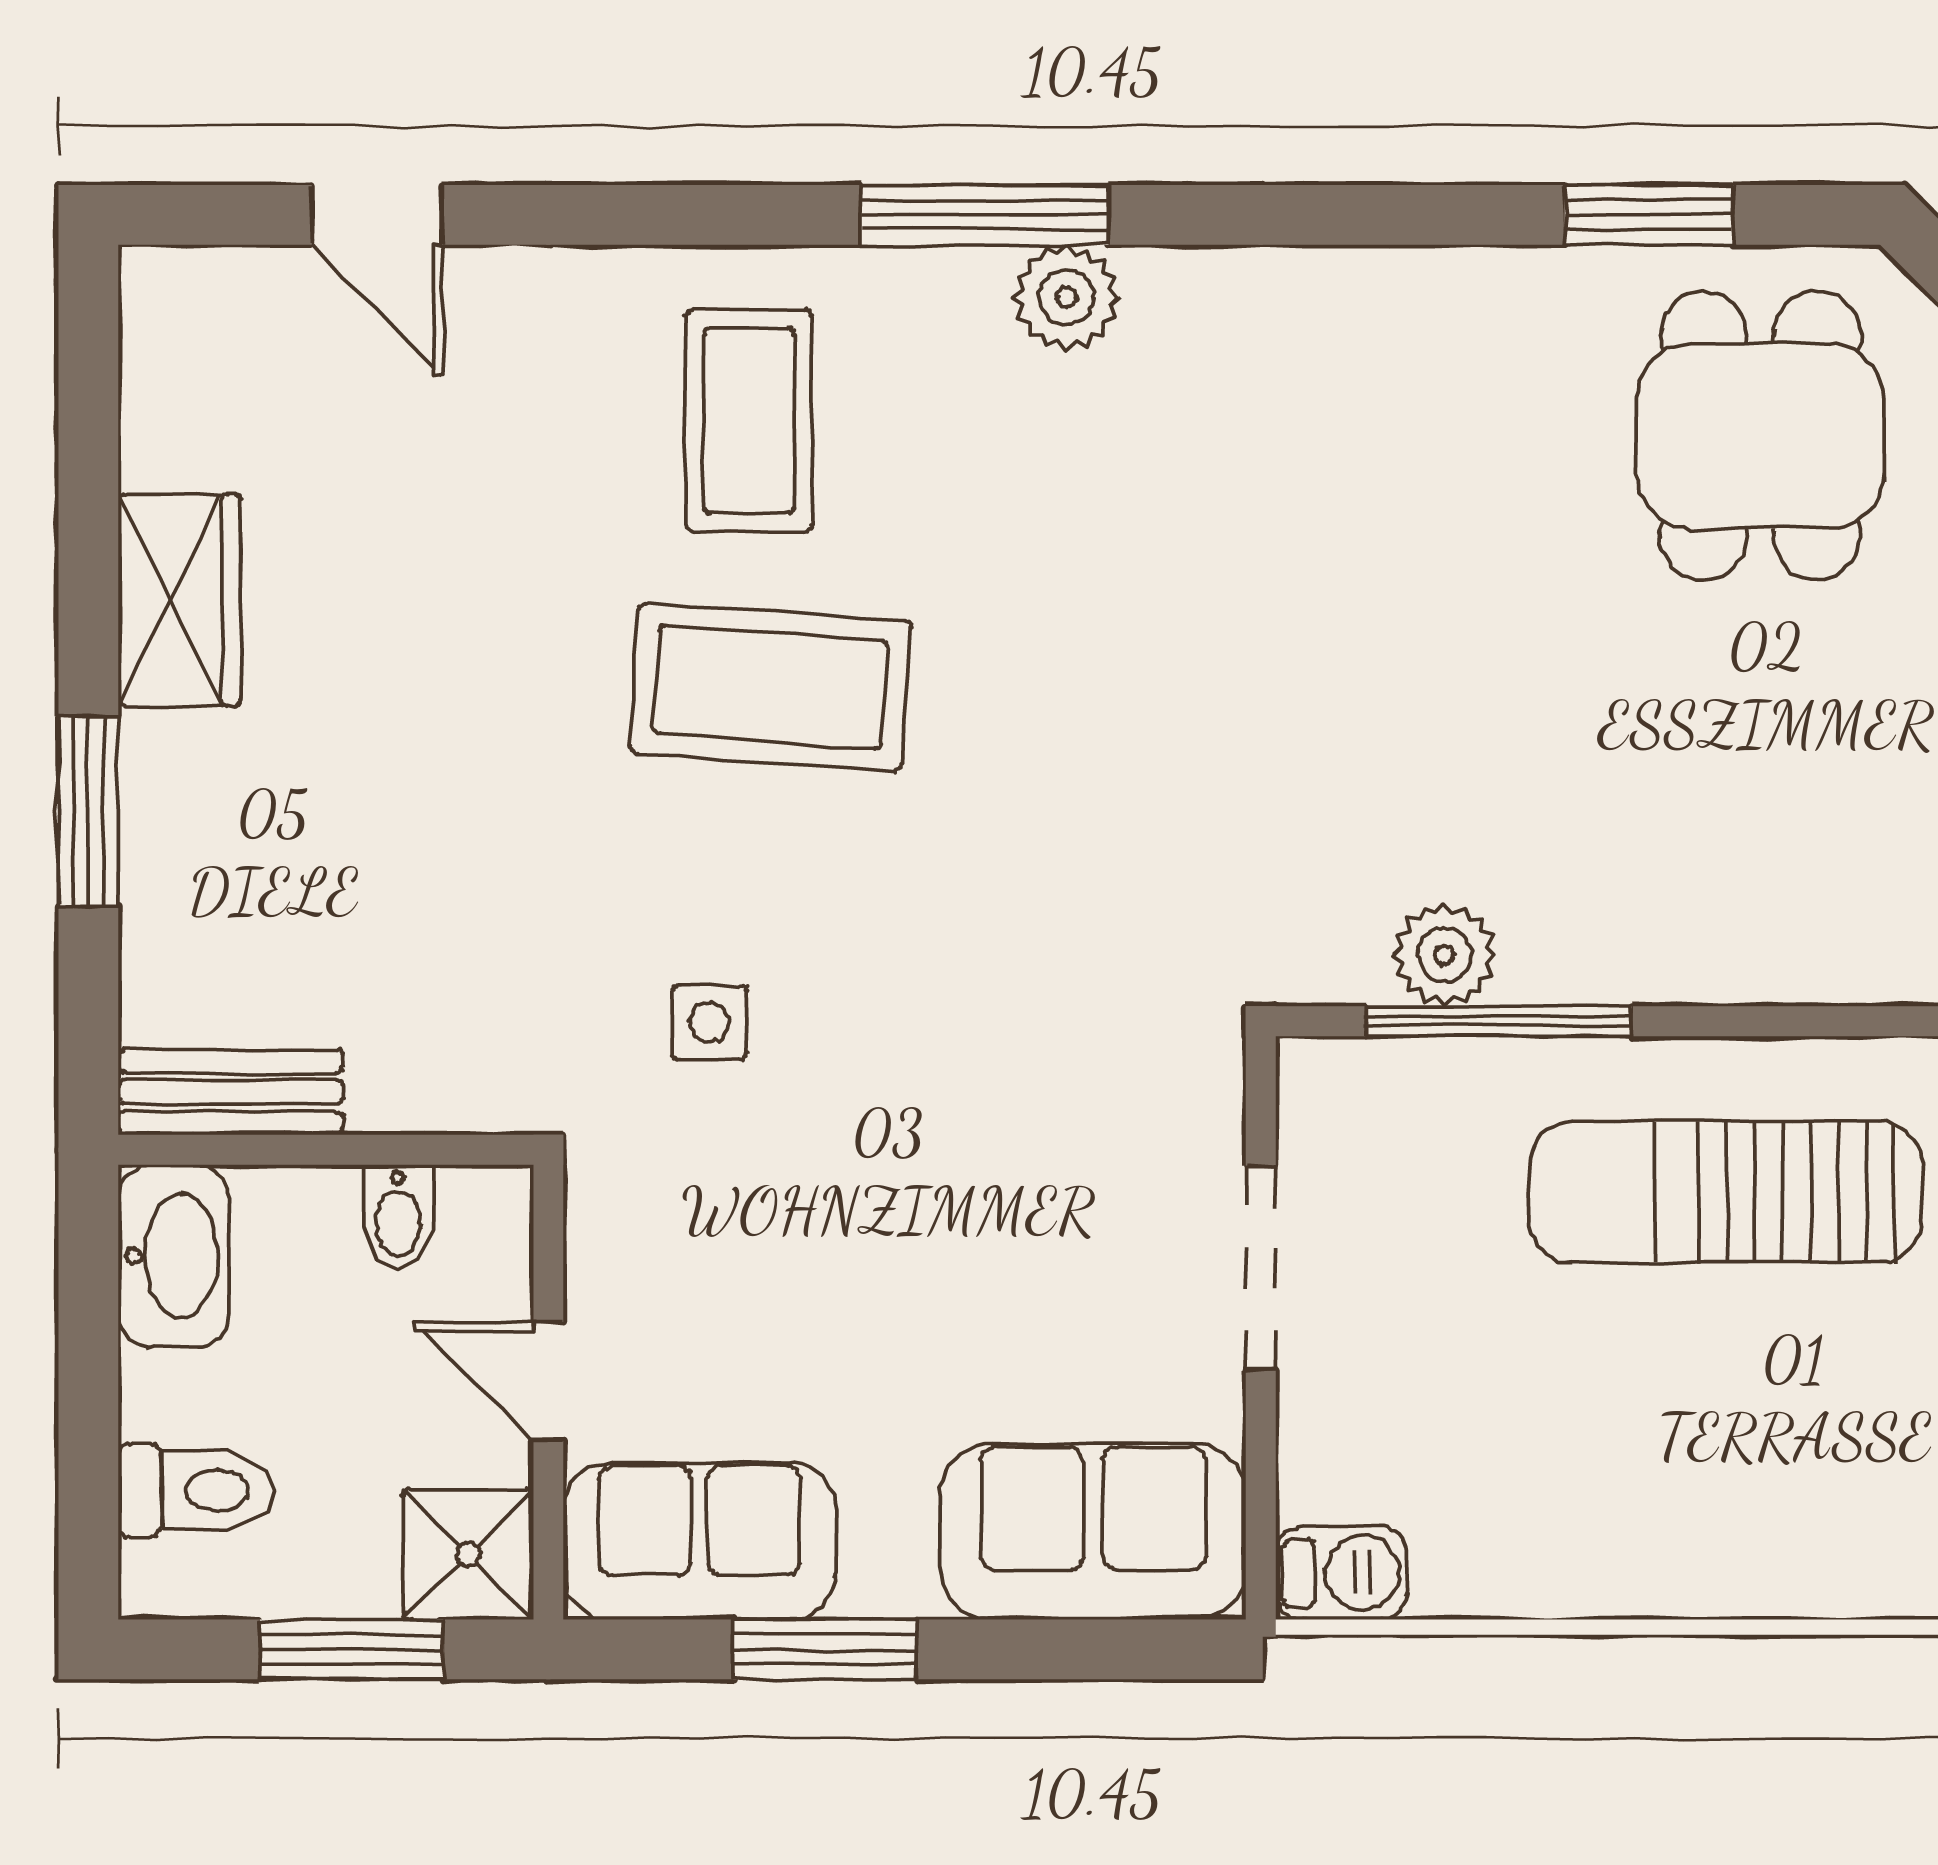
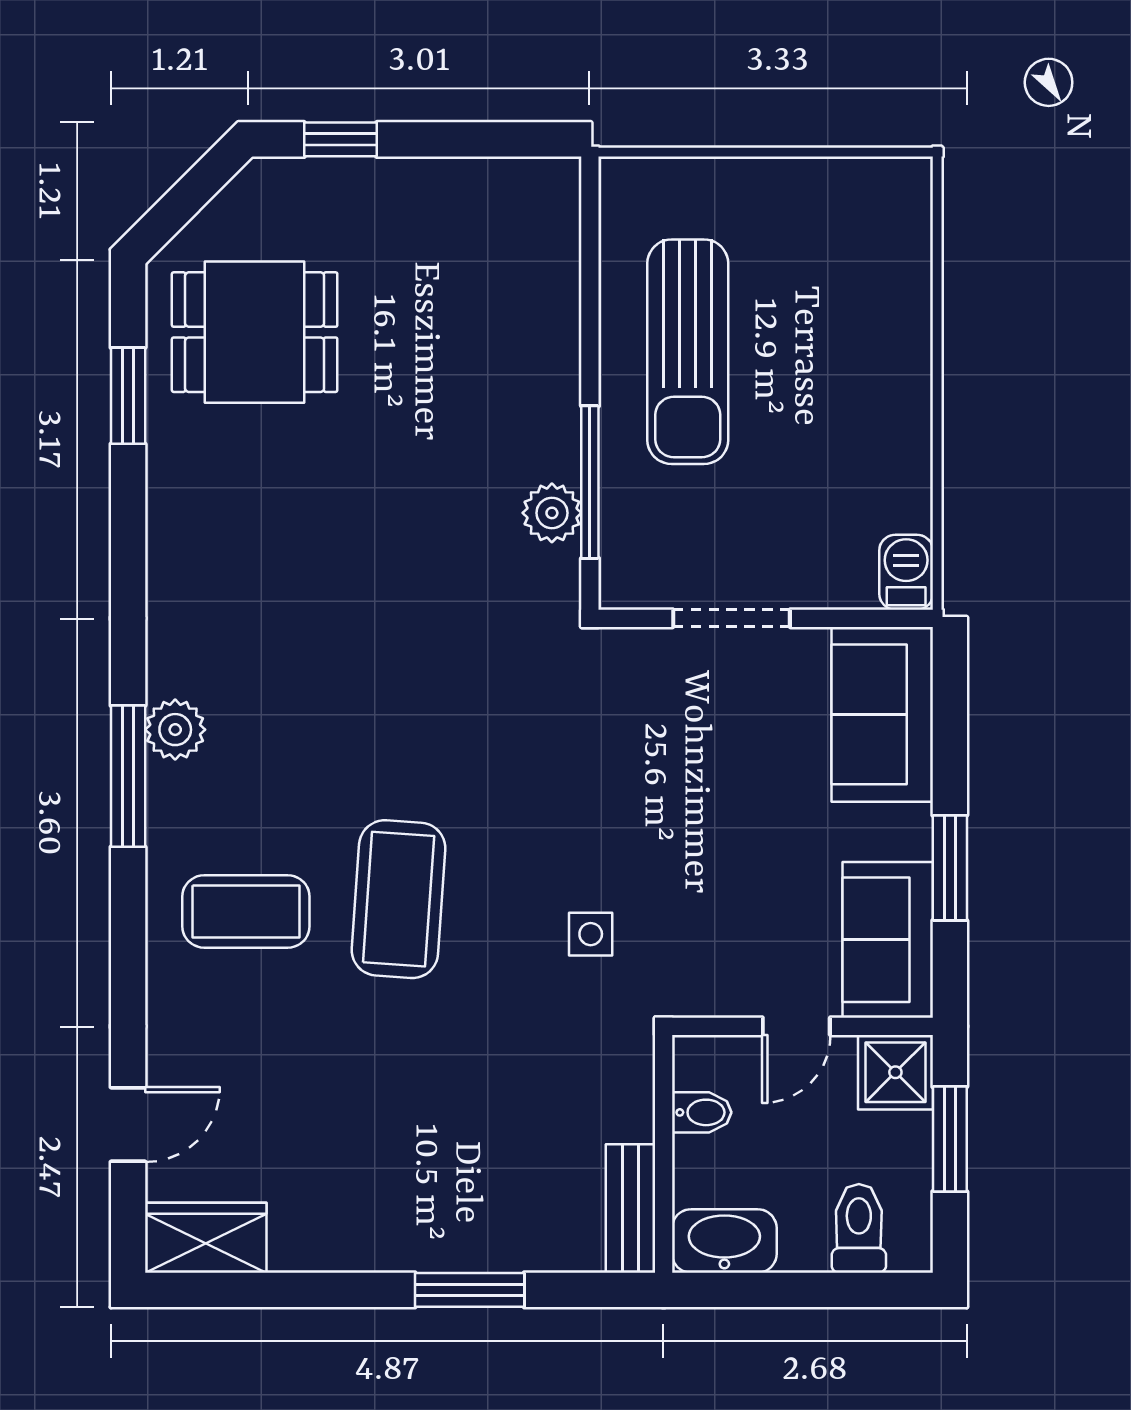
wardrobe: (179, 600) -> (206, 1238), moved

